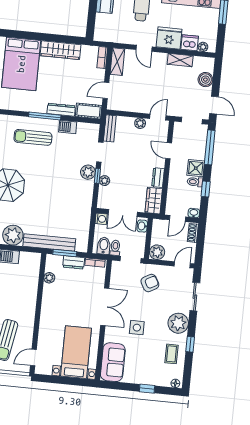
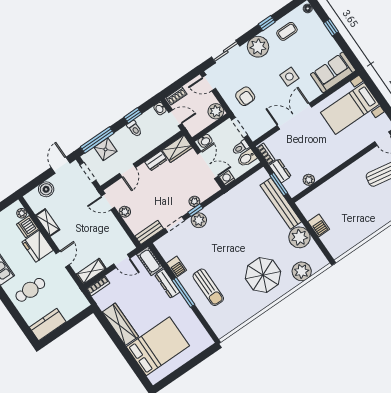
shower: (196, 168) -> (106, 149), moved
armchair: (150, 283) -> (245, 96), turned -151

